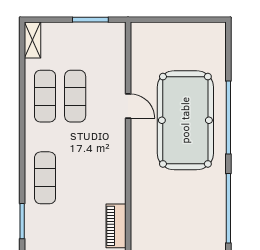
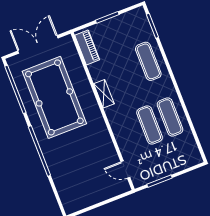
shelving: (33, 40) -> (104, 94), moved
door: (128, 106) -> (125, 170), moved
pool table: (185, 120) -> (54, 97), moved

